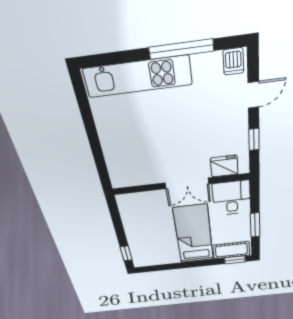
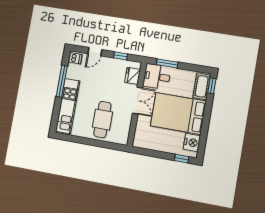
door: (253, 95) -> (95, 52), swing flipped
cafe table: (138, 143) -> (102, 120), added
window: (255, 225) -> (167, 63), moved
bed: (194, 235) -> (178, 113), width x1.50
nightstand: (152, 258) -> (192, 142), added

